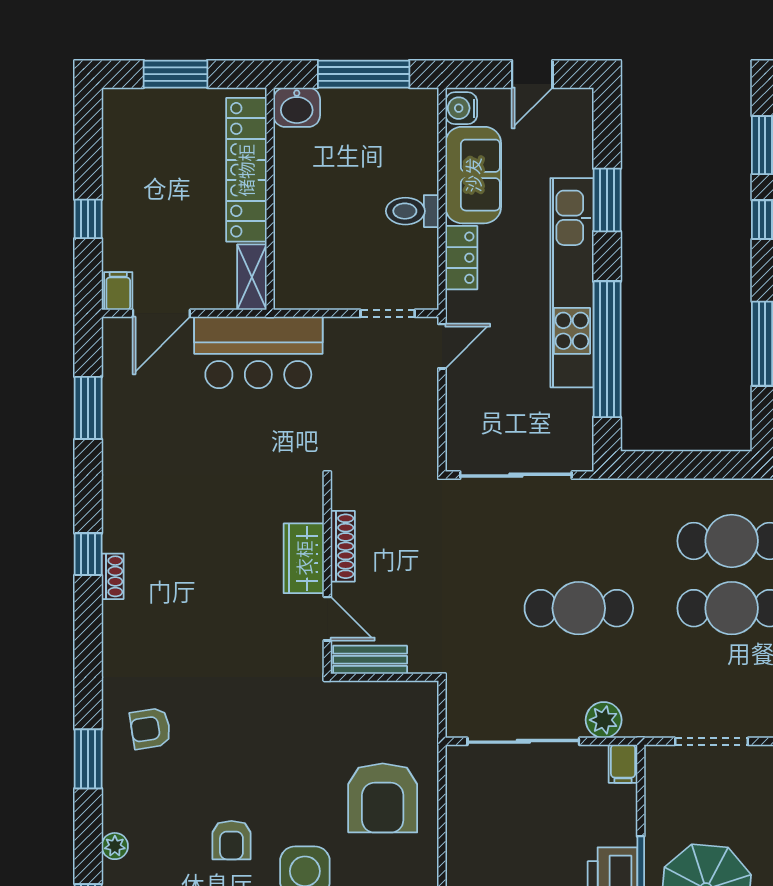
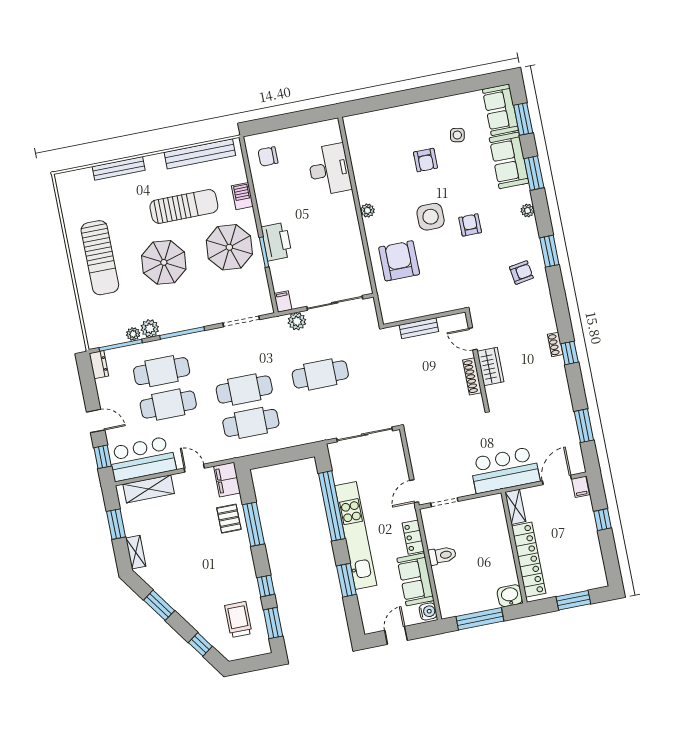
shoe rack: (343, 546) -> (472, 376), moved
wardrobe: (304, 558) -> (490, 367), moved
wall: (327, 576) -> (477, 360), moved
door: (327, 619) -> (473, 339), moved

